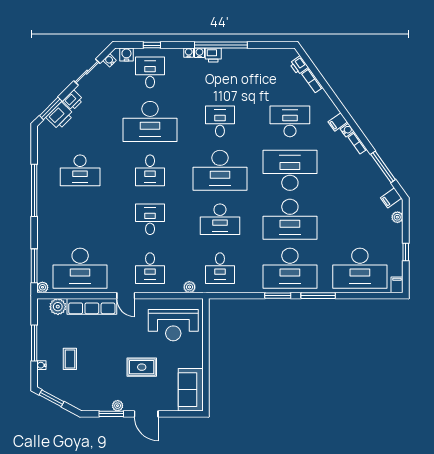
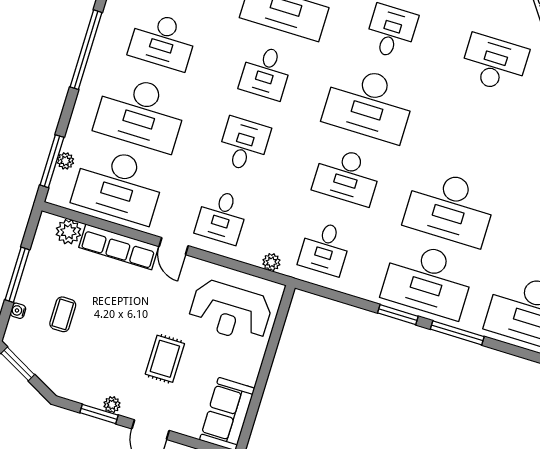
desk: (290, 170) -> (141, 113), moved, turned 180
plant: (42, 287) -> (65, 161), moved
rug: (142, 367) -> (165, 359), turned 90

